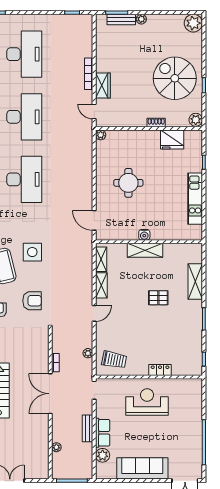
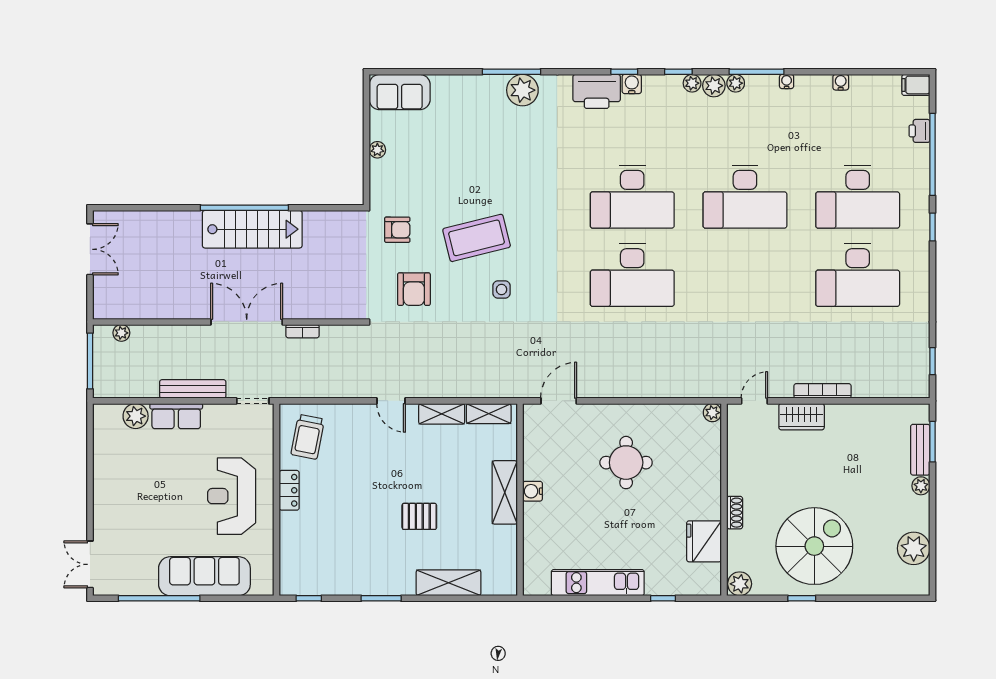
plant: (193, 23) -> (914, 548), moved
desk: (24, 117) -> (745, 275), removed
side table: (32, 252) -> (502, 289), width x0.54, depth x0.54
pallet: (158, 298) -> (419, 516), turned 90
plant: (88, 353) -> (319, 390), removed
locker: (160, 370) -> (289, 490), moved
reception desk: (147, 402) -> (232, 496), turned 180
bench: (88, 428) -> (193, 389), width x1.36
plant: (56, 447) -> (121, 333), moved
sofa: (142, 468) -> (204, 576), moved, turned -90

